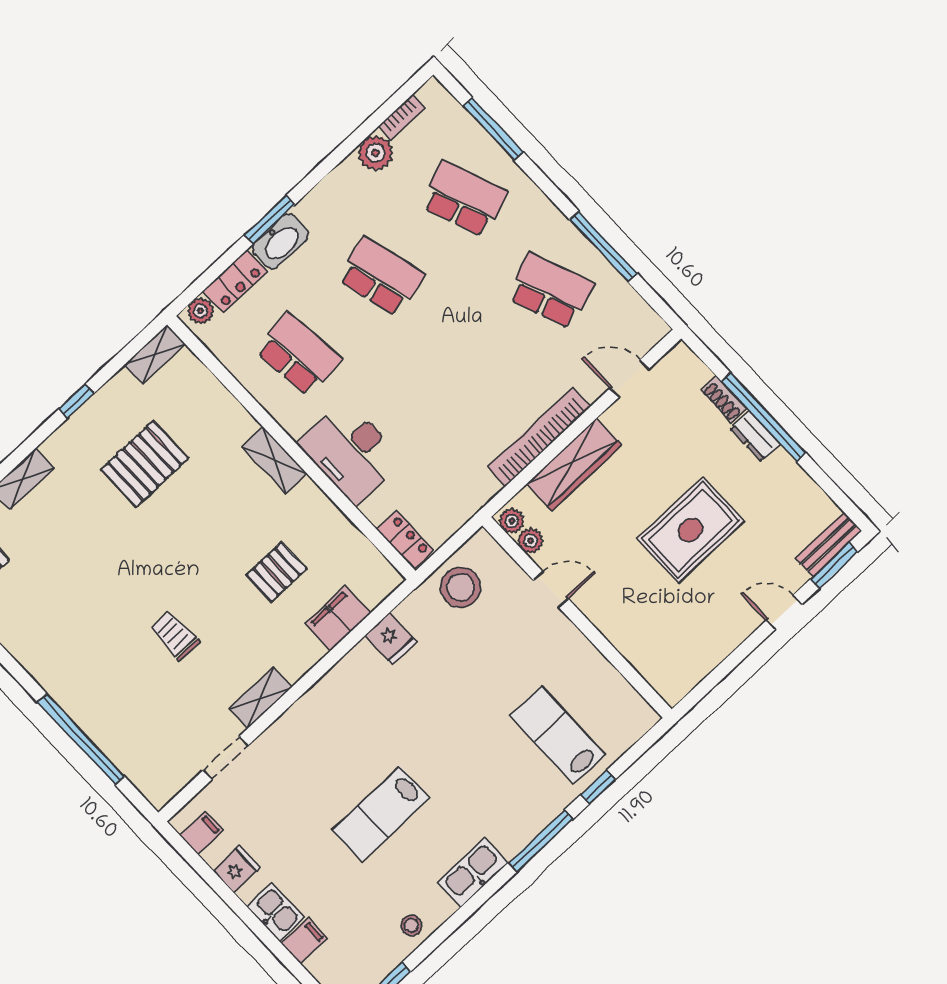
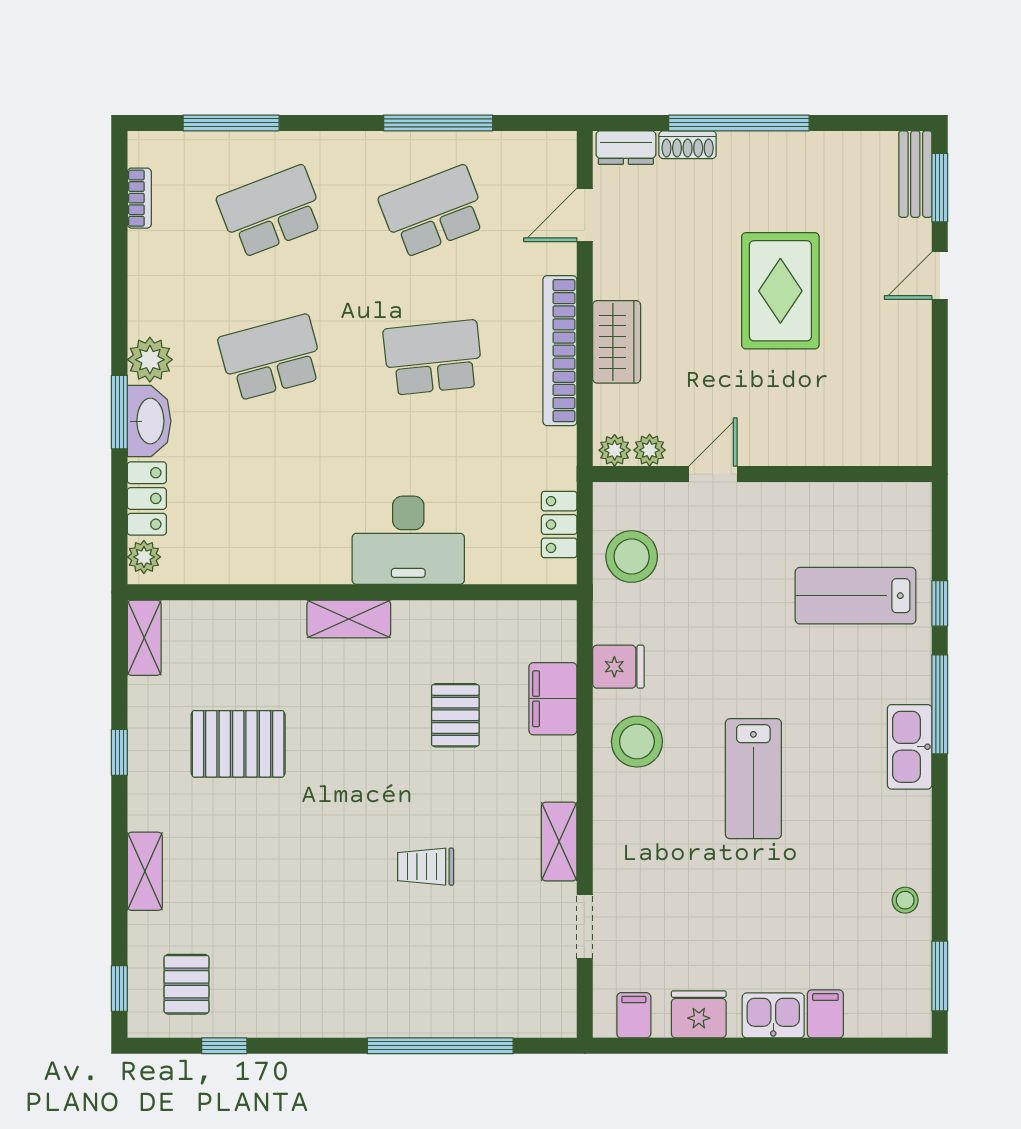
plant: (376, 153) -> (150, 360), moved
school desk: (298, 355) -> (433, 358), moved
dresser: (755, 436) -> (626, 148), moved
pallet: (145, 464) -> (238, 744), turned 90
wardrobe: (574, 464) -> (617, 342), width x0.67
locker: (405, 540) -> (559, 525), moved, turned -90
stool: (358, 689) -> (637, 742), added
lab bench: (381, 814) -> (753, 779), moved
fridge: (237, 869) -> (699, 1014), width x1.38
kitchen sink: (473, 872) -> (910, 747), moved

